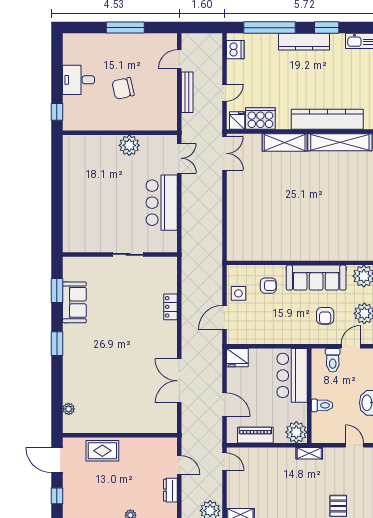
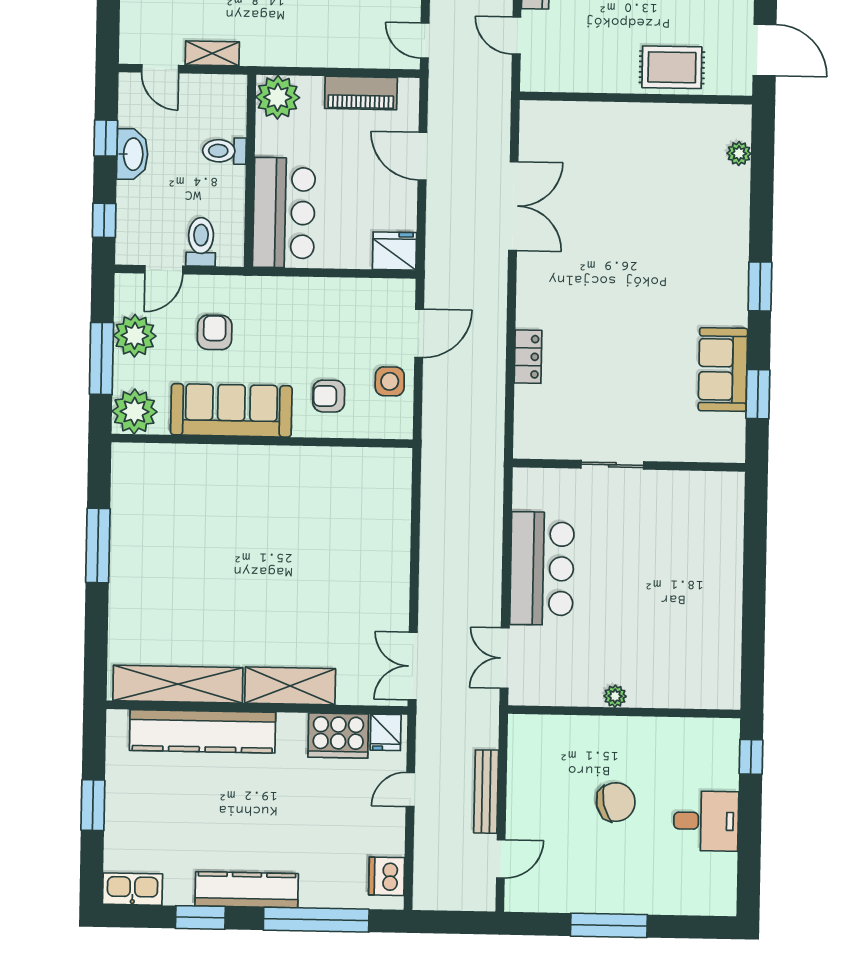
plant: (129, 145) -> (615, 696), width x0.53, depth x0.53
shelving: (309, 453) -> (212, 53), moved

